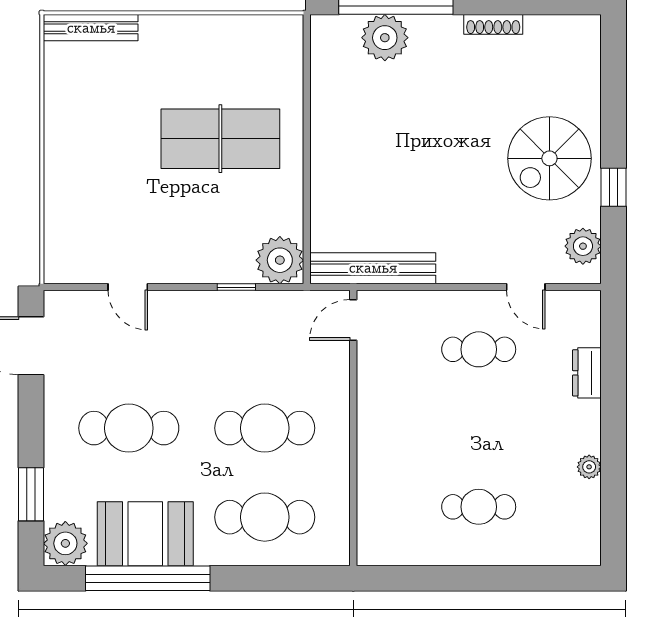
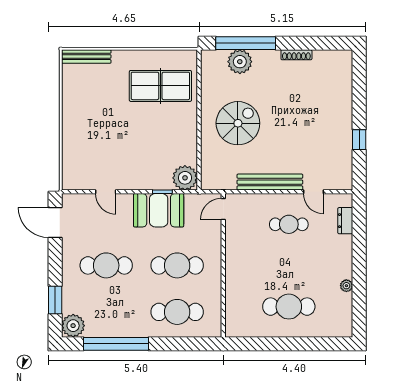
table tennis table: (220, 139) -> (160, 86), moved
spiral stairs: (549, 158) -> (238, 123), moved, turned 180
plant: (583, 246) -> (343, 170), removed
bench: (373, 268) -> (270, 182), moved
dresser: (587, 373) -> (345, 221), moved
cafe table: (479, 507) -> (289, 307), width x1.37, depth x1.35
booth: (145, 534) -> (159, 210), moved

